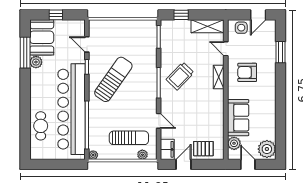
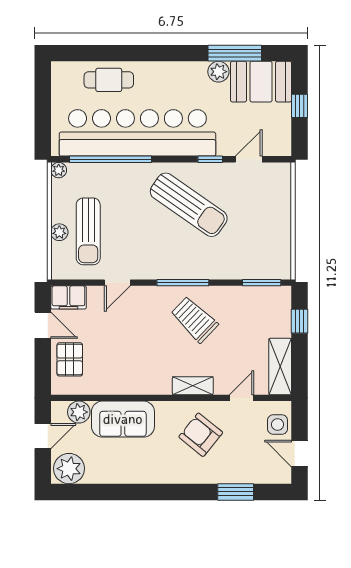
armchair: (247, 72) -> (201, 435), turned -51
plant: (142, 155) -> (59, 232), moved

